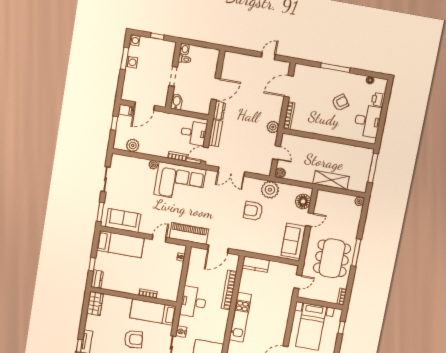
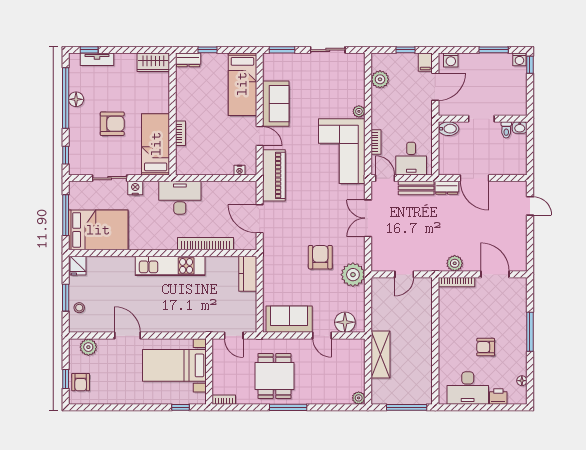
window: (157, 36) -> (530, 65), moved
door: (268, 56) -> (530, 206), moved
washing machine: (132, 62) -> (451, 60), moved
armchair: (340, 103) -> (486, 347), turned 126
door: (144, 106) -> (435, 87), swing flipped
plant: (273, 127) -> (455, 263), moved
boiler: (280, 173) -> (378, 284), removed
sofa: (123, 220) -> (276, 104), moved
dining table: (332, 258) -> (274, 376), width x0.73
armchair: (133, 339) -> (112, 124), turned -84

